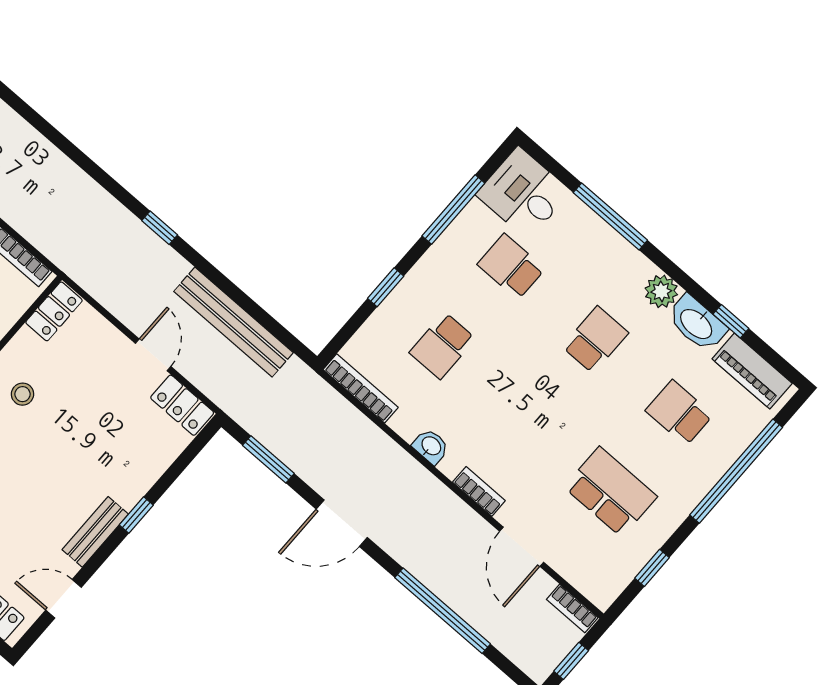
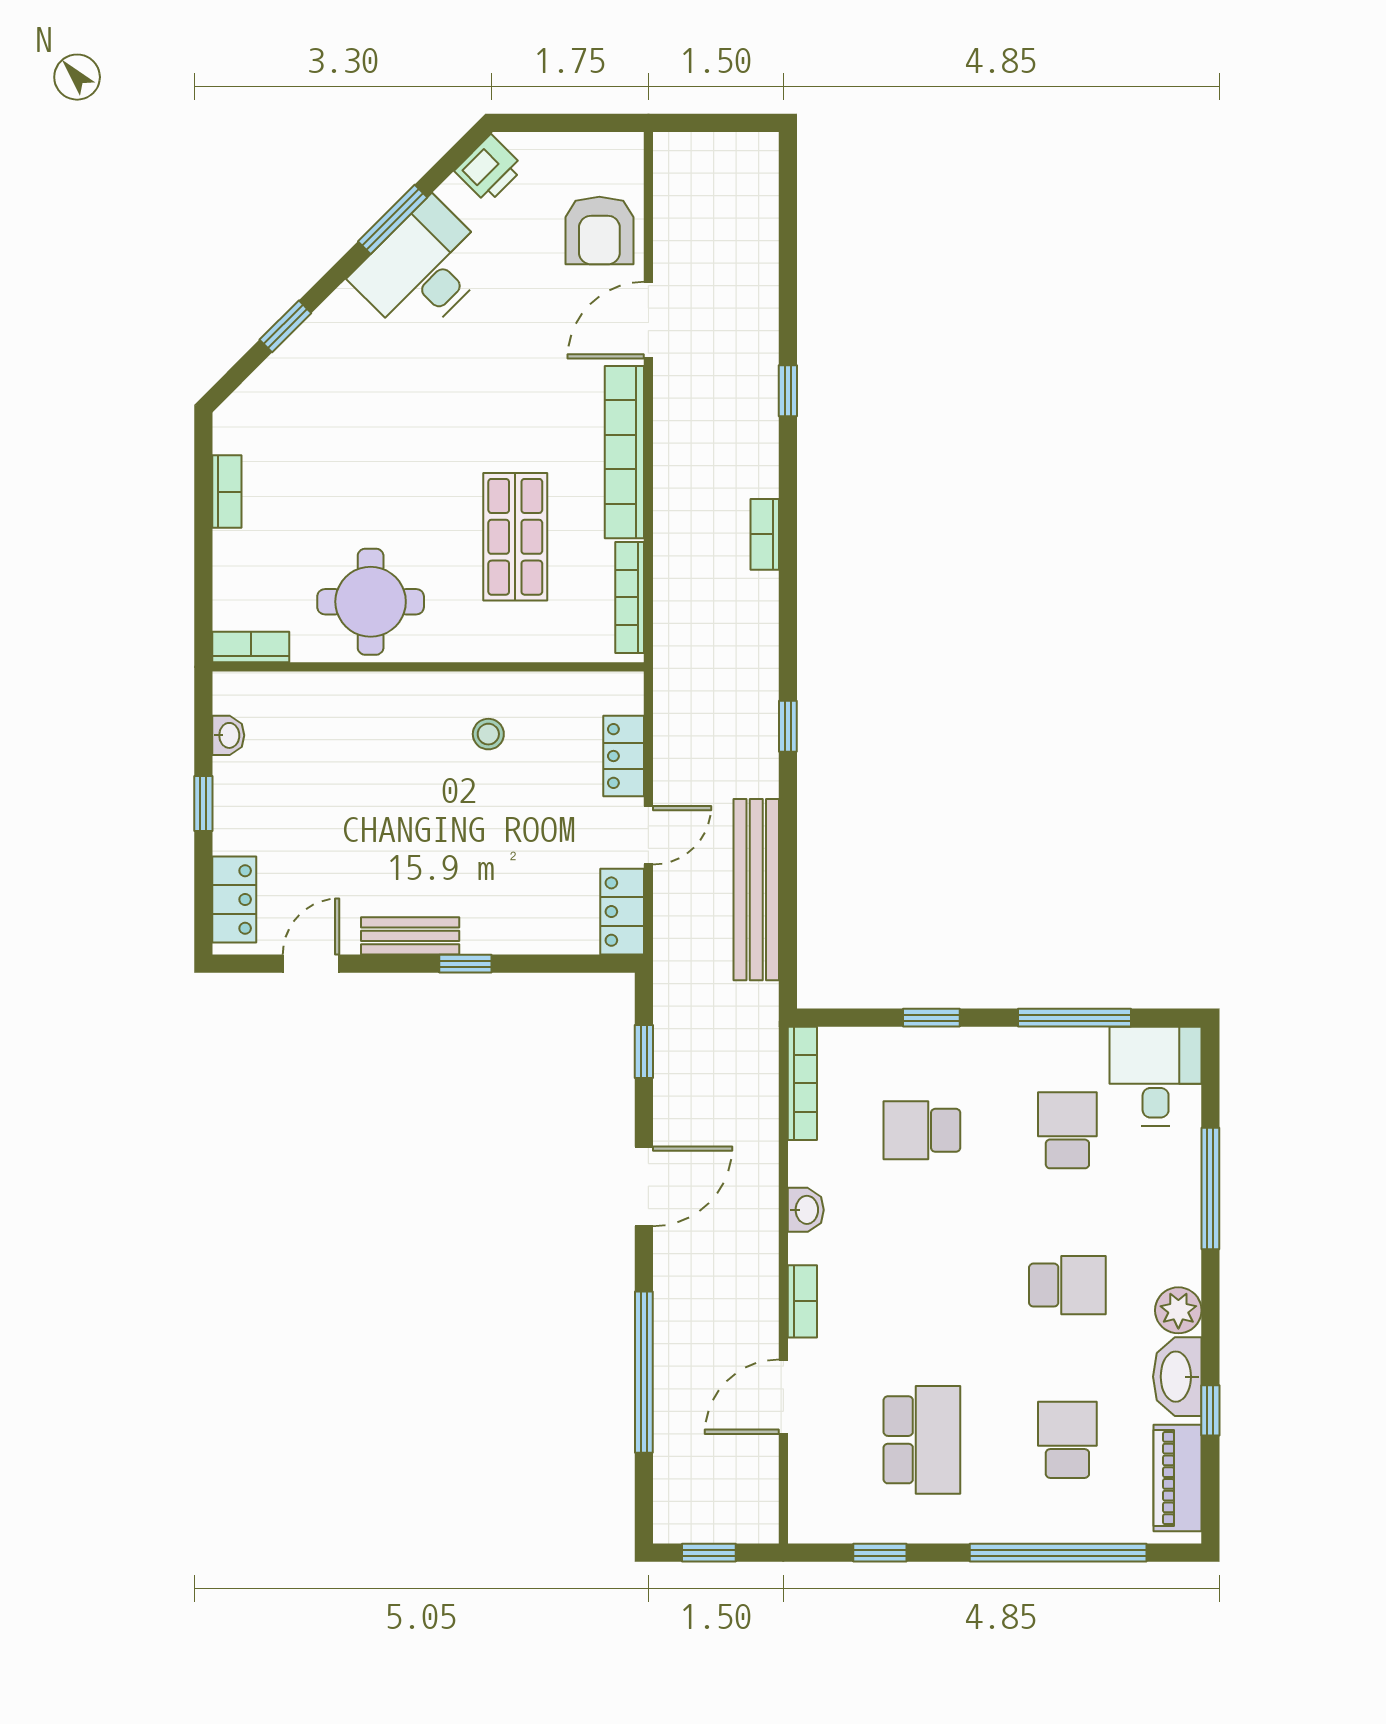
locker: (54, 311) -> (624, 756), moved, turned 90
window: (268, 459) -> (644, 1052), width x0.67
door: (342, 523) -> (644, 1186), swing flipped
door: (64, 599) -> (311, 964), hinge flipped
bookcase: (572, 608) -> (765, 534), moved

